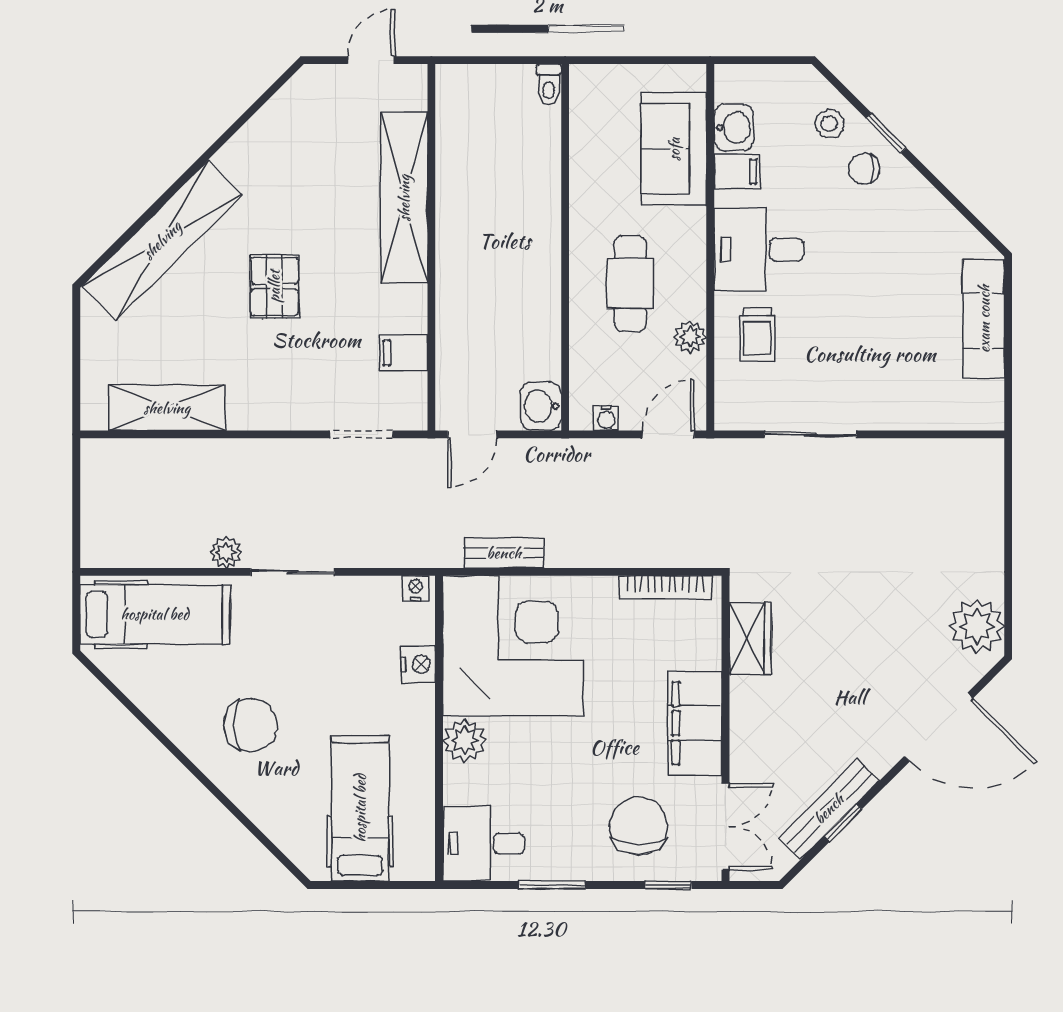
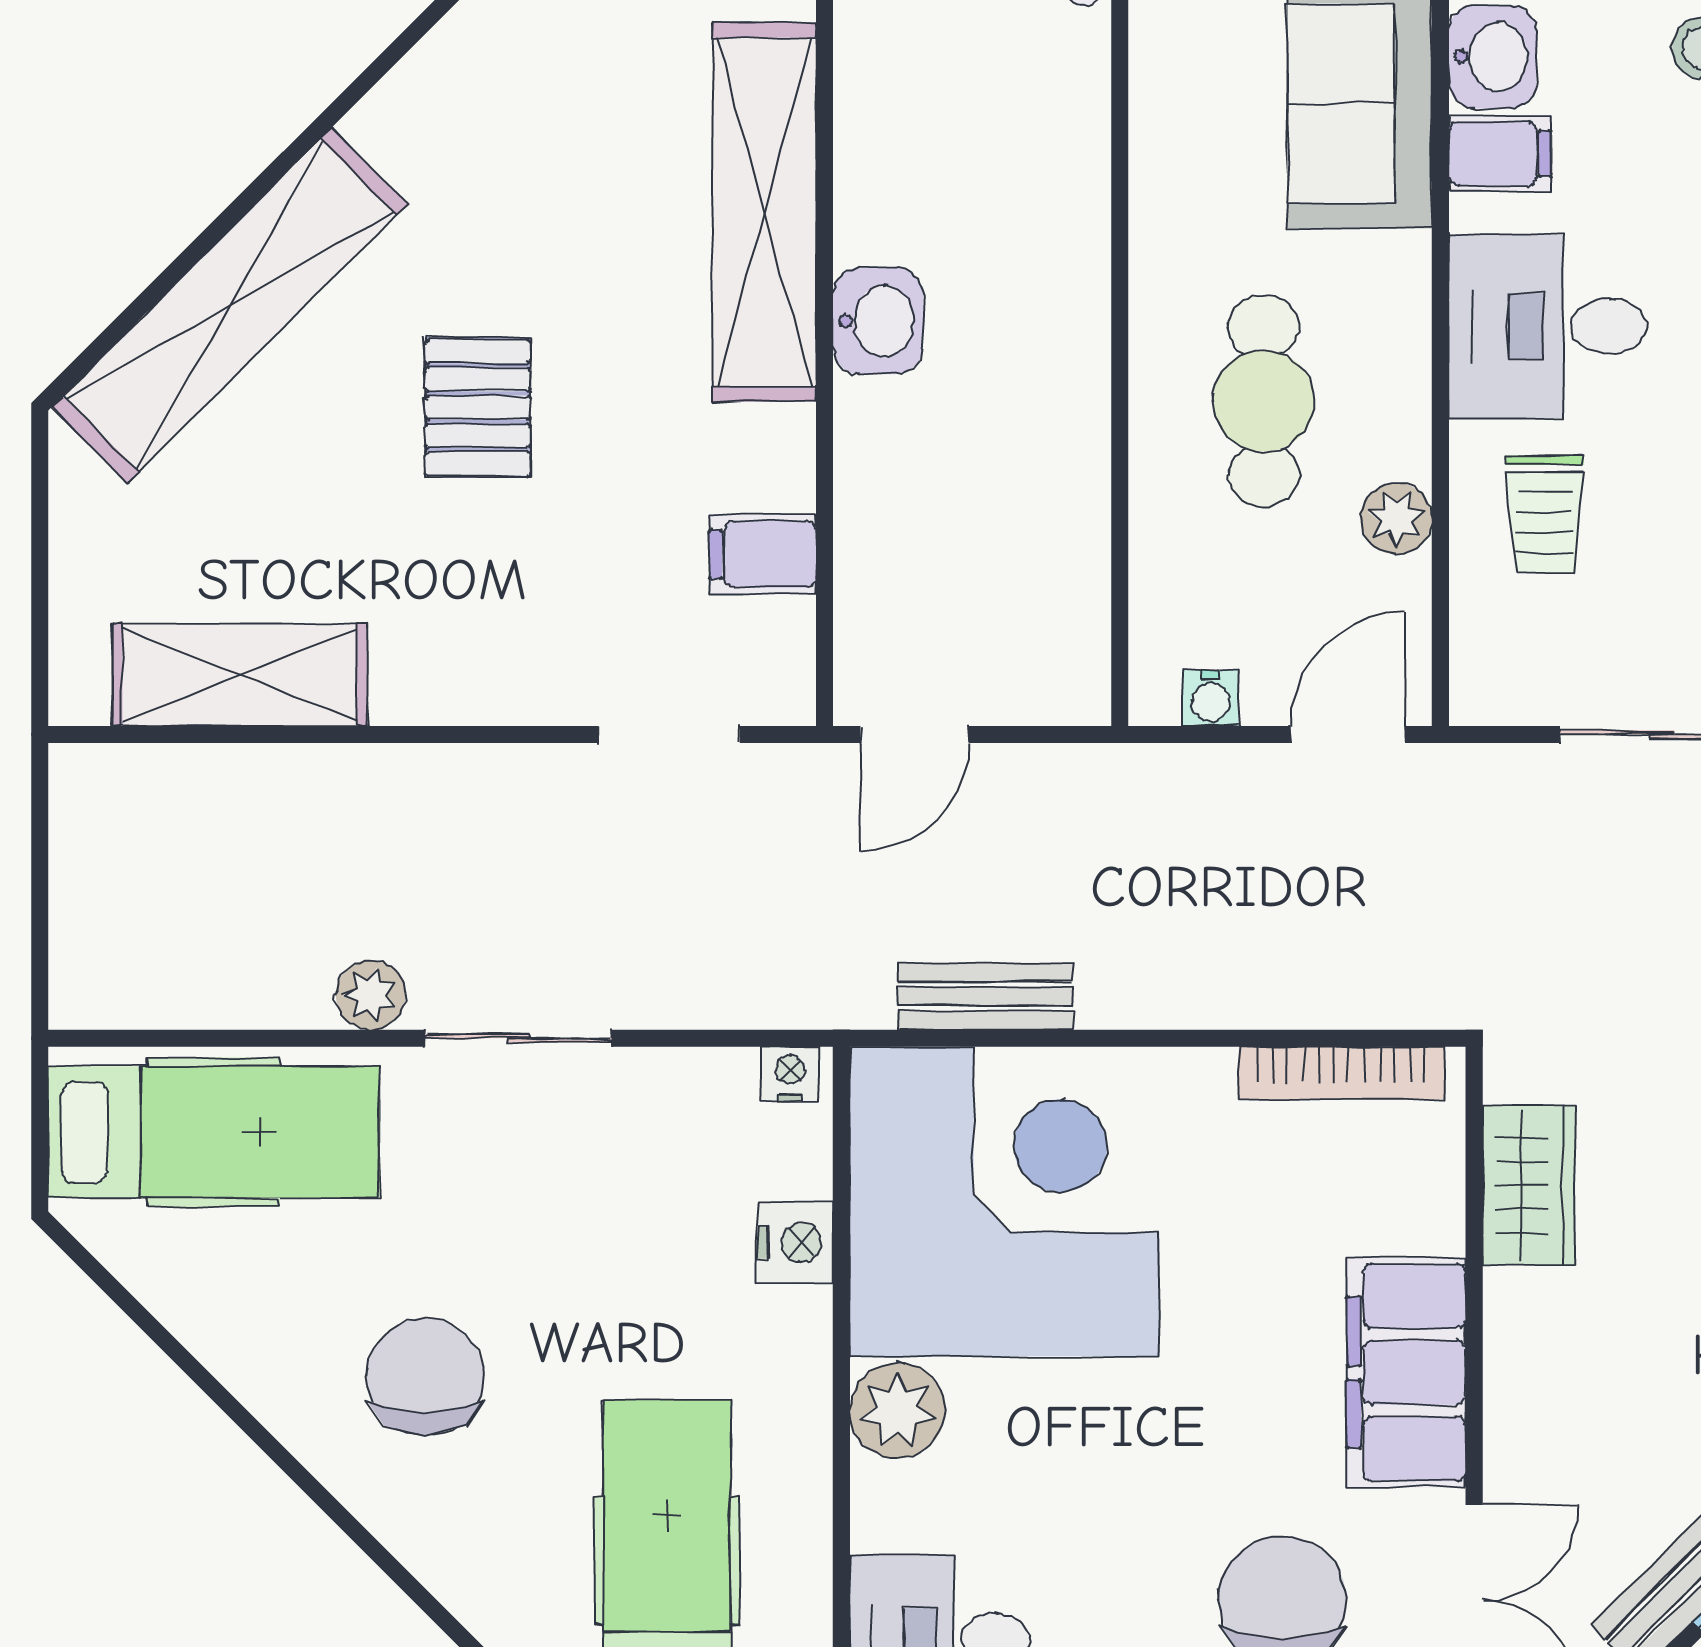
washbasin: (541, 406) -> (878, 321), moved, turned 180
chair: (251, 725) -> (425, 1377), turned -90

